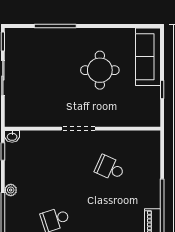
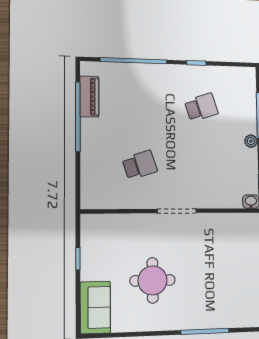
sofa: (148, 57) -> (95, 307), width x0.73
school desk: (110, 168) -> (140, 165), turned -42

